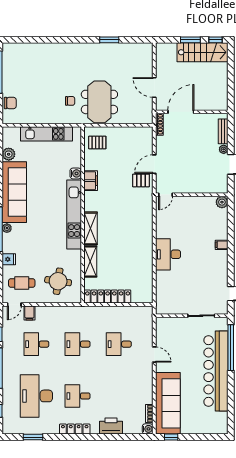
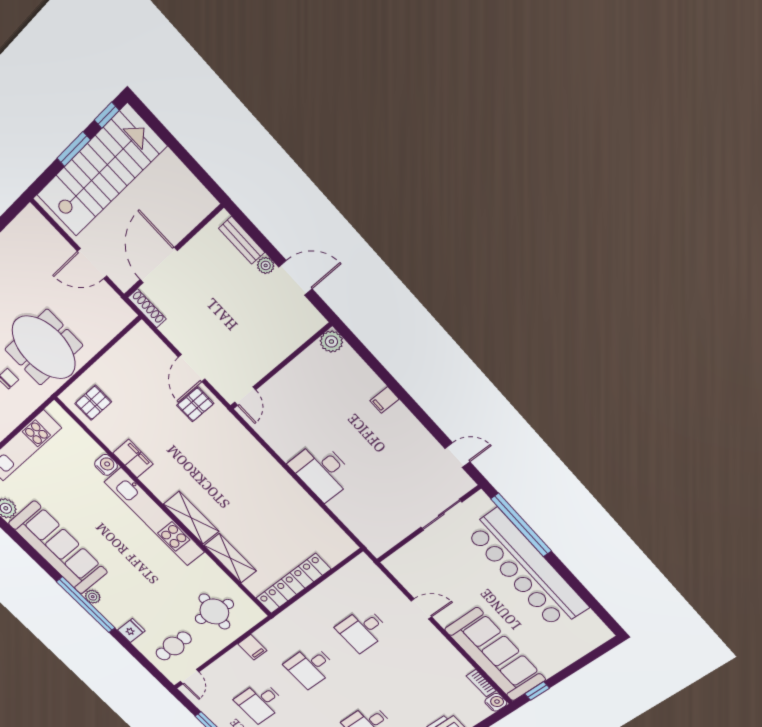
stairs: (203, 52) -> (101, 171), width x1.36, depth x1.51
filing cabinet: (29, 313) -> (252, 647), moved

